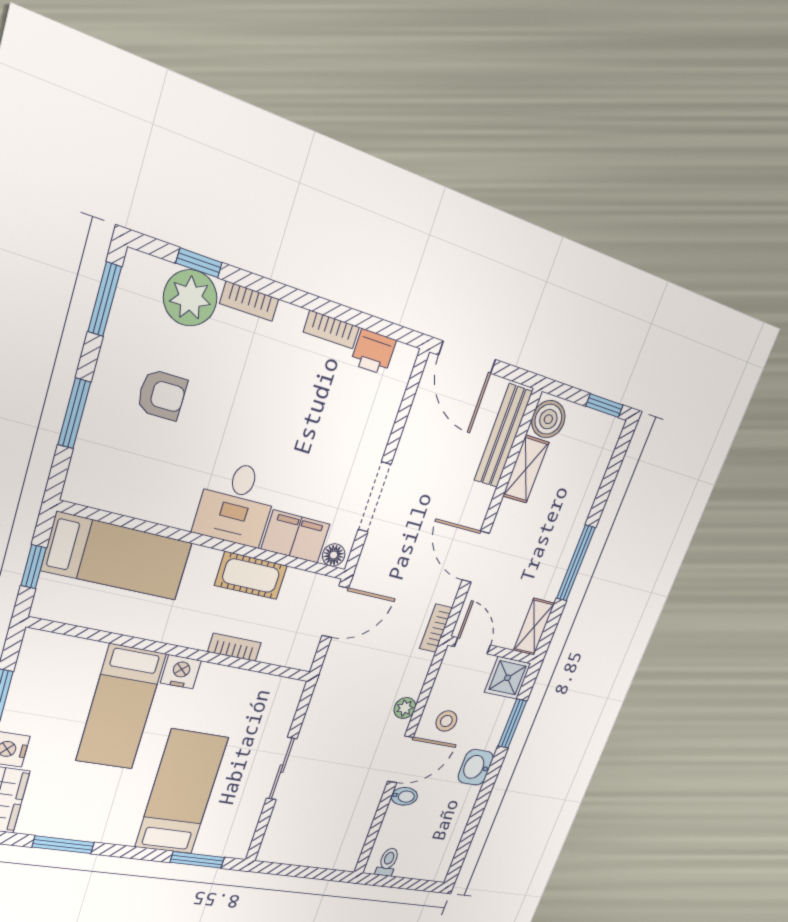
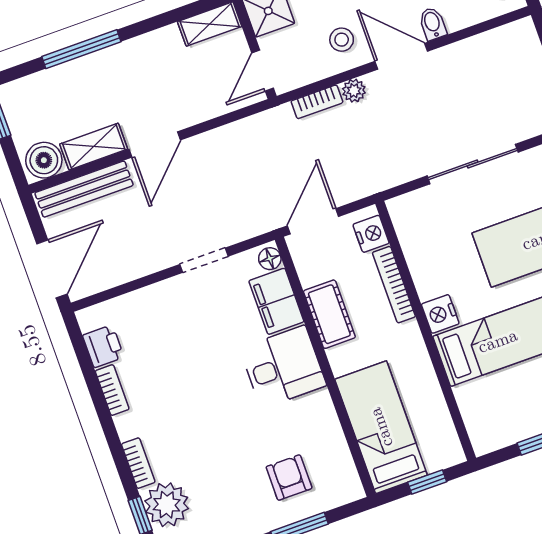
armchair: (162, 395) -> (289, 478), moved
doorway: (374, 497) -> (204, 260), width x0.73
door: (476, 557) -> (155, 145), moved
window: (576, 563) -> (81, 49), moved
door: (335, 612) -> (313, 221), hinge flipped
bookcase: (436, 628) -> (317, 102), moved
bookcase: (235, 647) -> (394, 285), width x1.56
nightstand: (290, 654) -> (371, 234), added
sliding door: (282, 769) -> (473, 164), width x1.37

